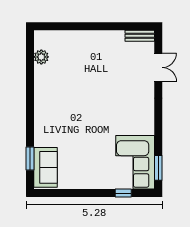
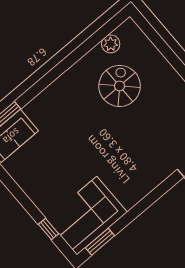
spiral stairs: (72, 74) -> (120, 86), added

